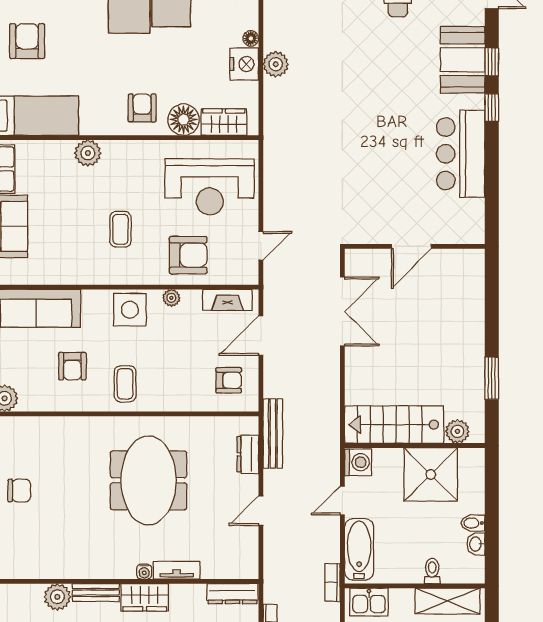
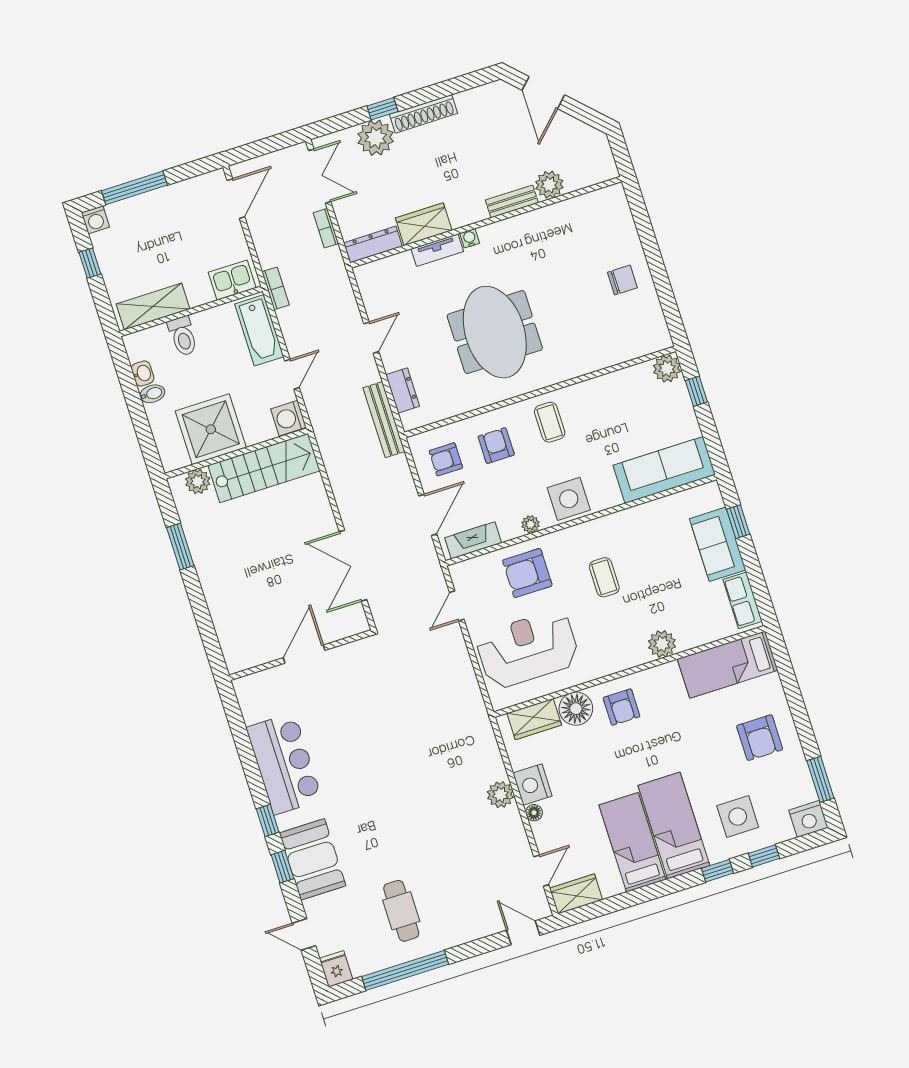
armchair: (72, 366) -> (496, 446), moved
chair: (19, 491) -> (622, 280), turned 180
toilet: (432, 571) -> (183, 336), width x1.37, depth x1.39
wardrobe: (145, 597) -> (424, 224), moved

